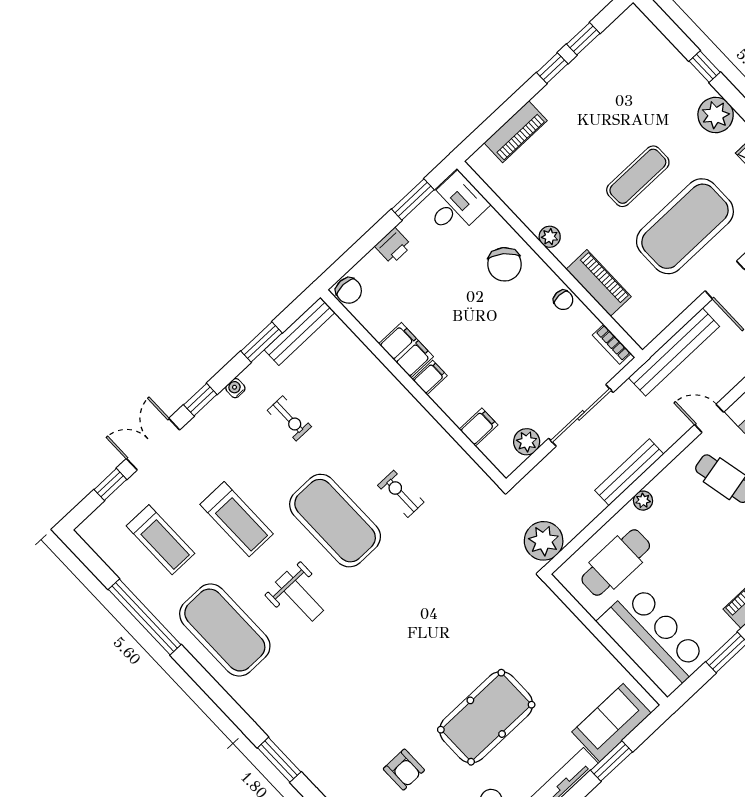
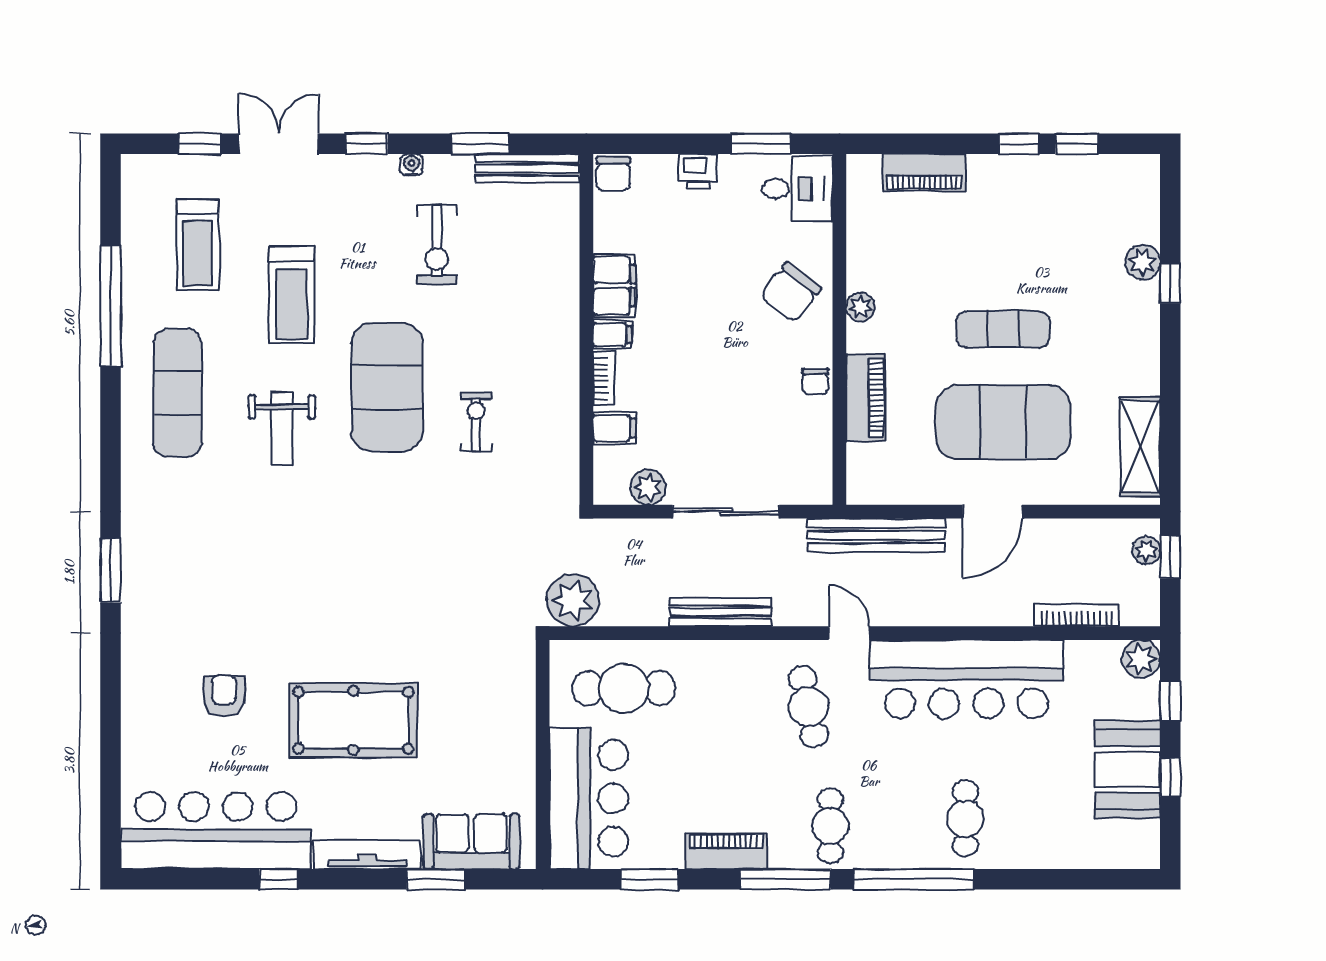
plant: (716, 115) -> (1143, 262), moved, width x0.73, depth x0.73
bookcase: (612, 344) -> (604, 378), moved, turned 180
exercise bike: (289, 418) -> (437, 245), width x1.38, depth x1.39
plant: (643, 501) -> (708, 653), removed
exercise mat: (225, 630) -> (177, 393), width x0.68
armchair: (404, 770) -> (224, 696), turned 180

